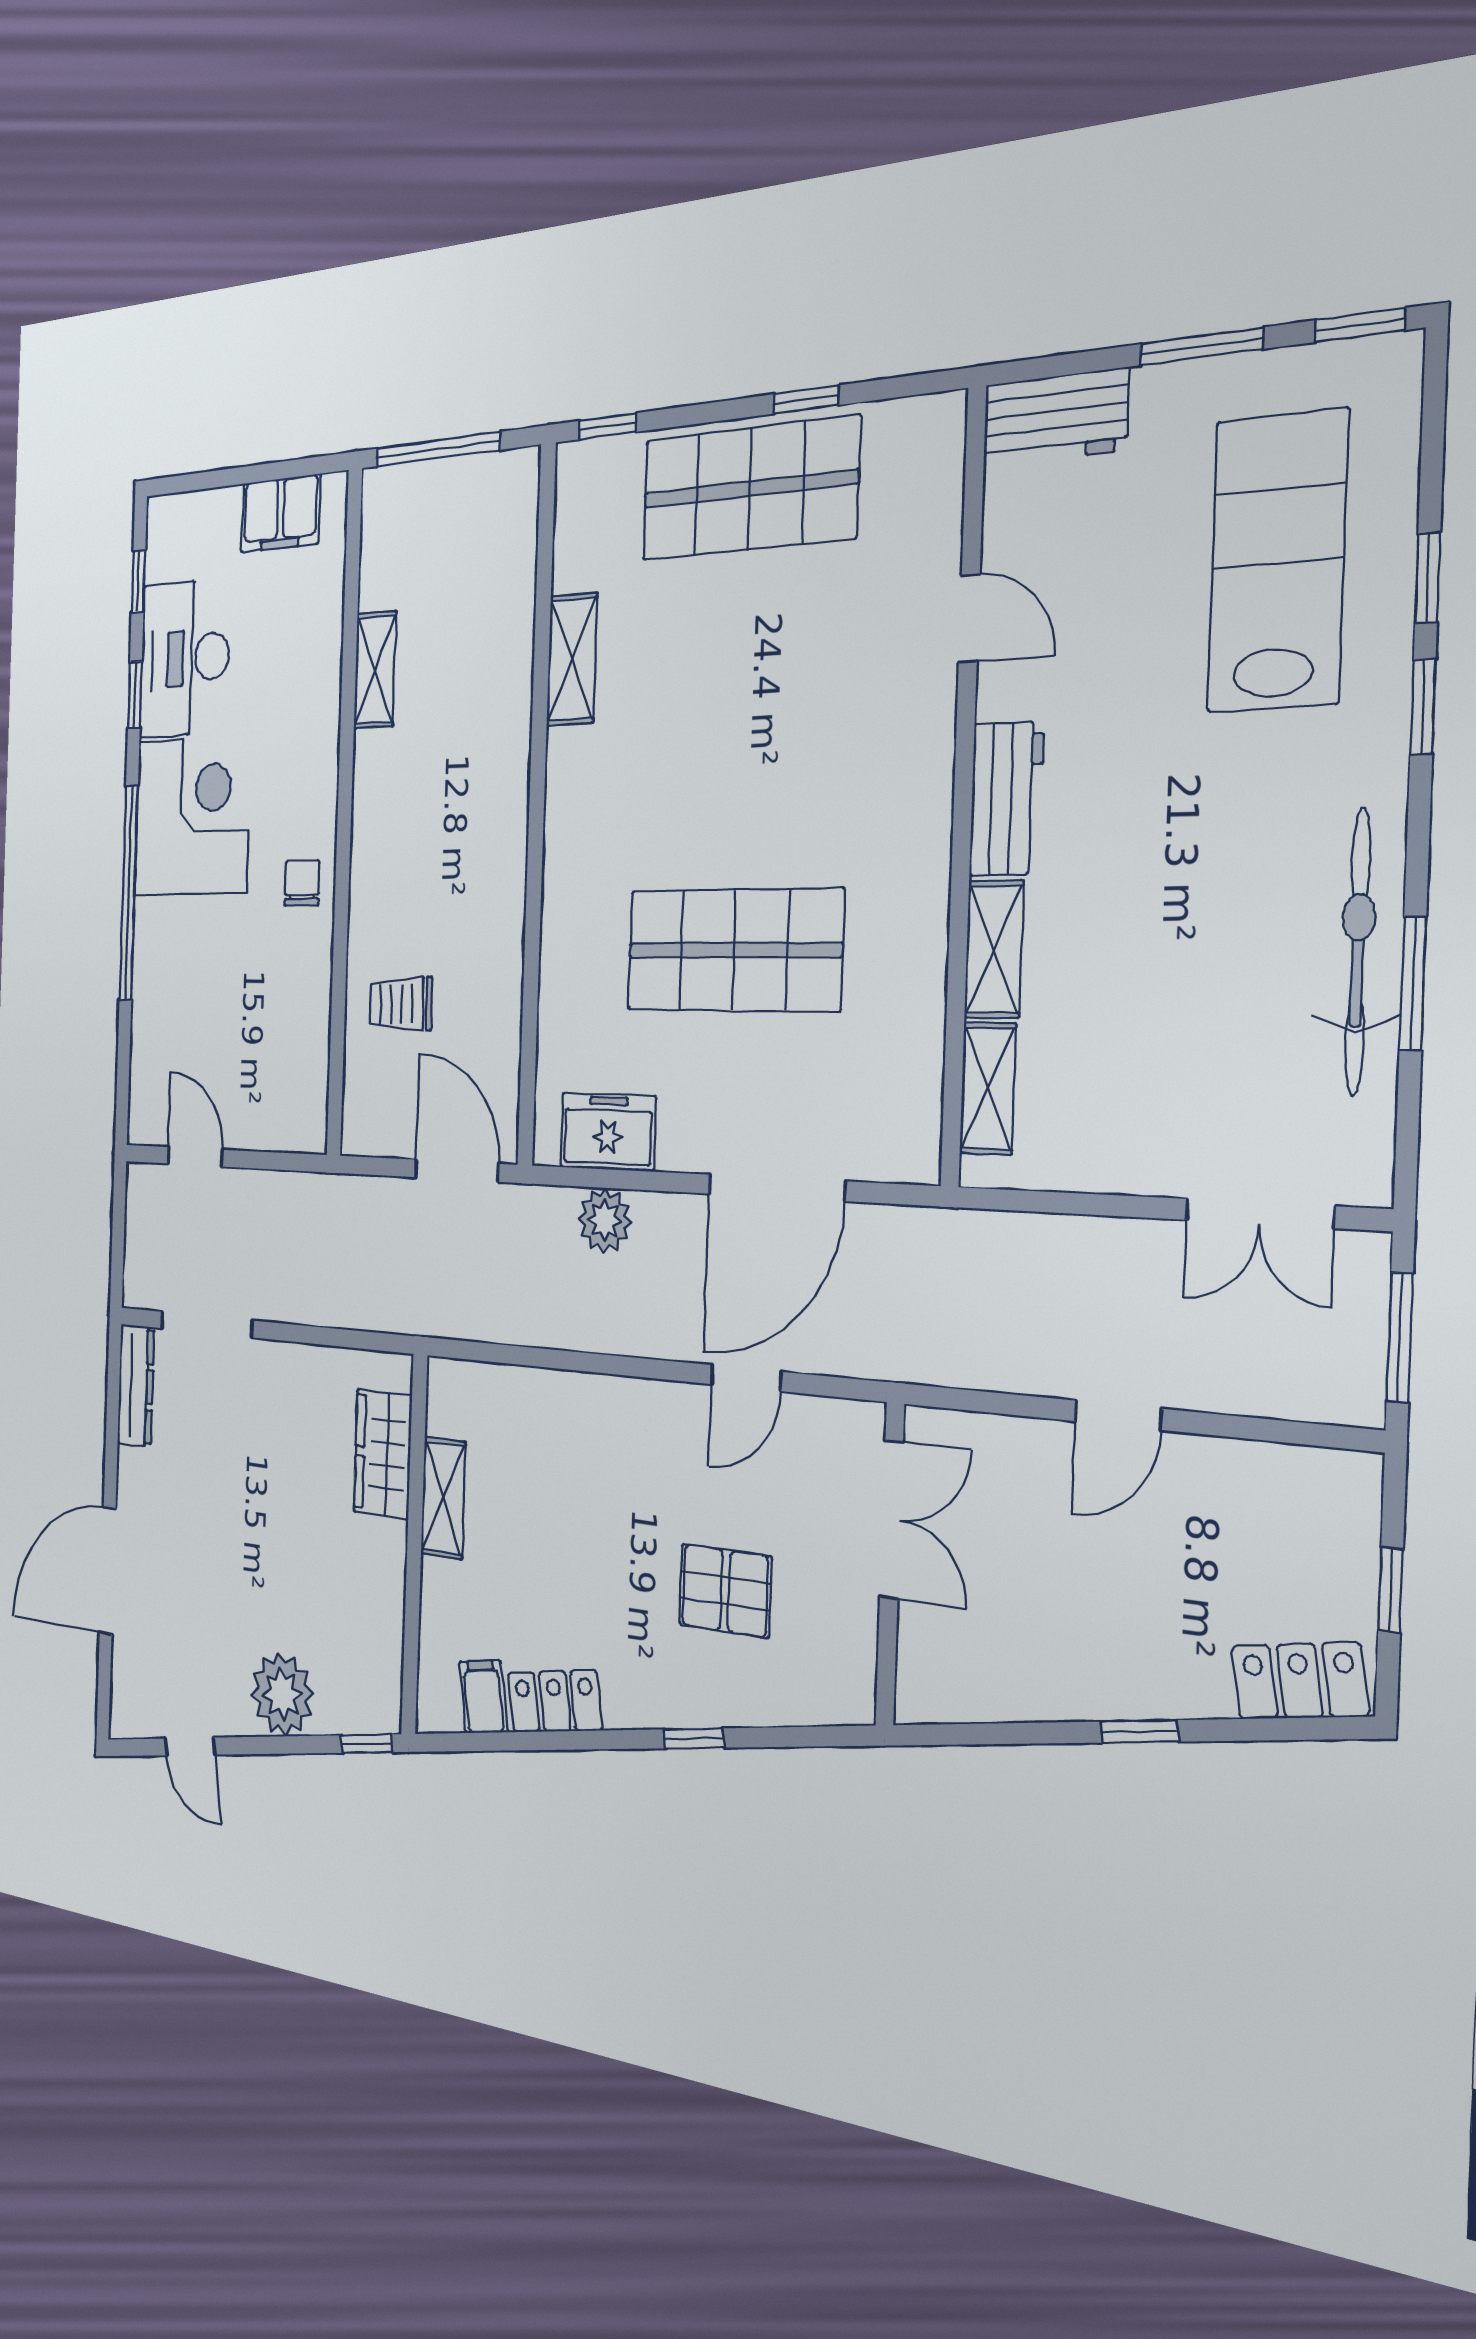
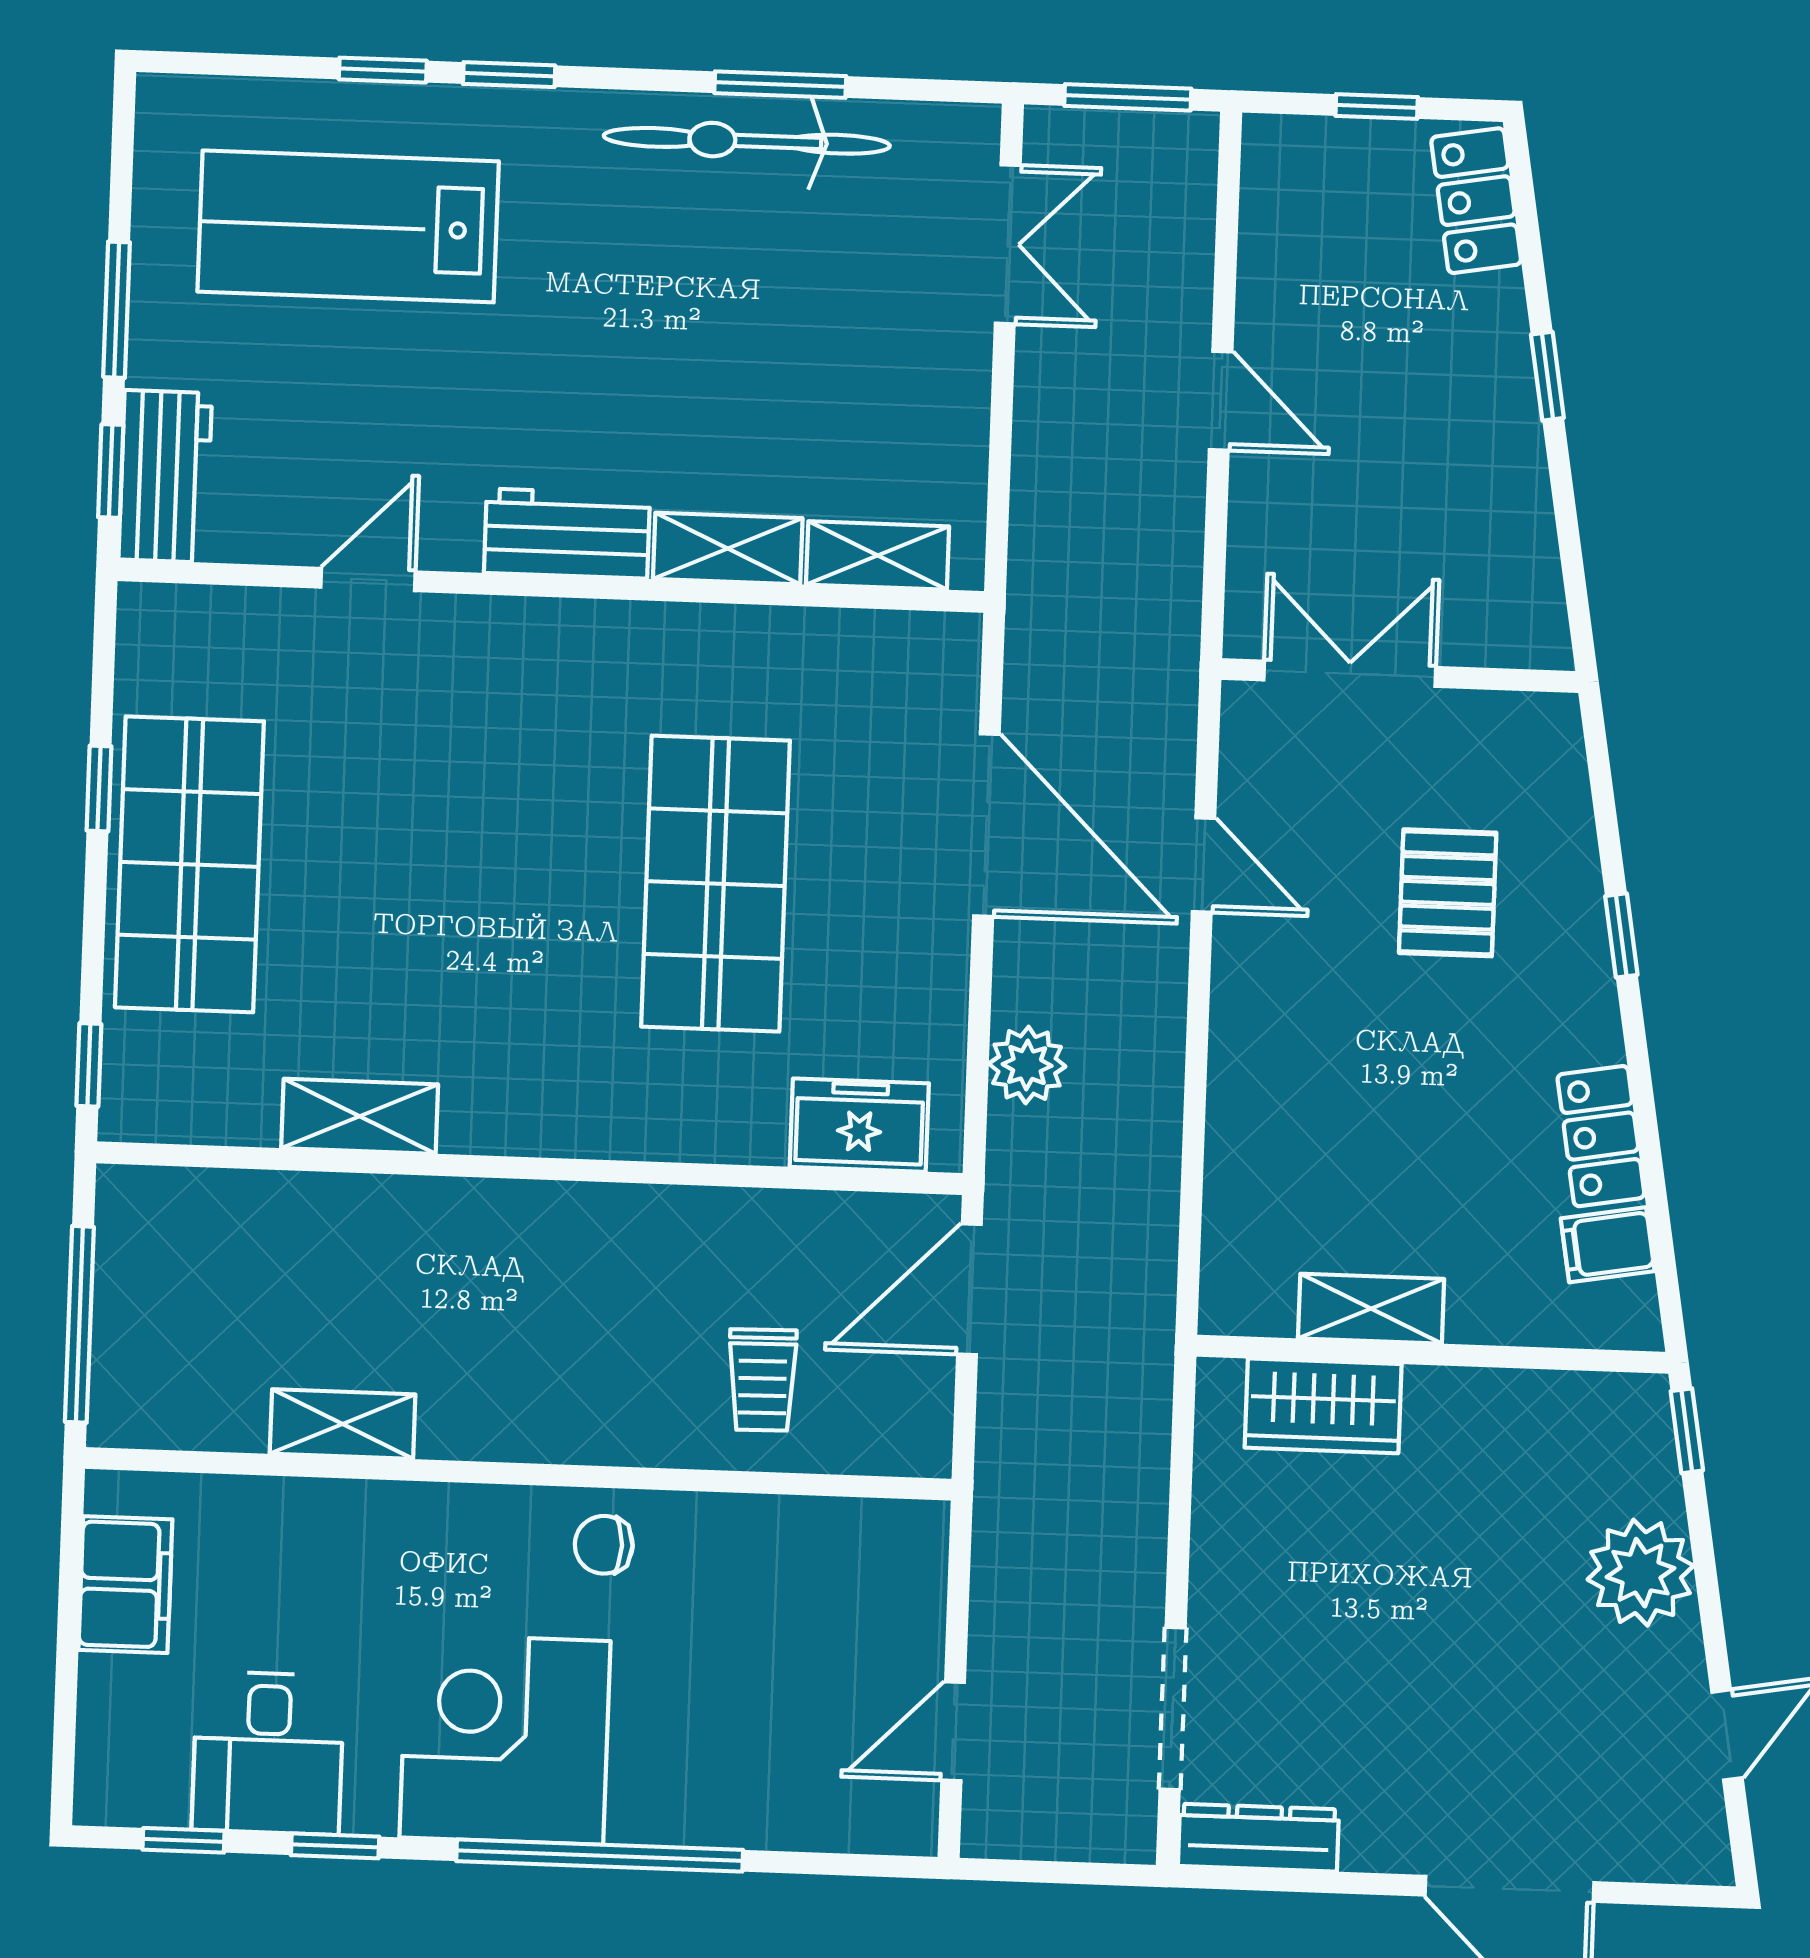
window: (1360, 325) -> (111, 471), moved
desk: (185, 658) -> (268, 1753), width x0.73
freezer: (608, 1132) -> (859, 1125), moved, turned 90

